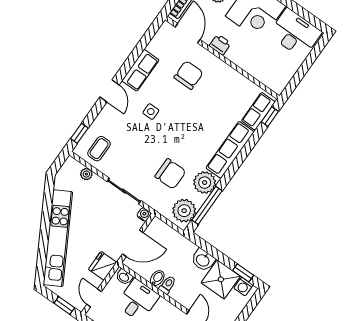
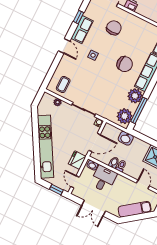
window: (79, 133) -> (79, 17), moved
chair: (170, 174) -> (125, 64), moved
washbasin: (203, 260) -> (126, 138), moved

